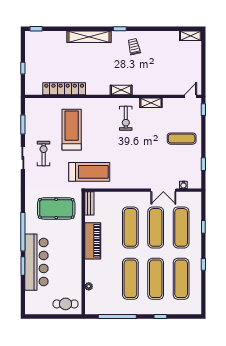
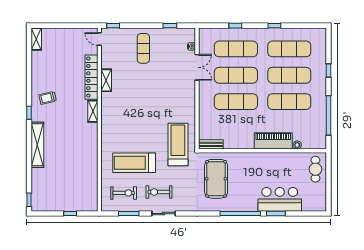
locker: (64, 89) -> (91, 77), moved
exercise bike: (126, 118) -> (124, 193), moved
piano: (93, 241) -> (273, 141), moved
bar counter: (36, 262) -> (280, 199), width x0.73

